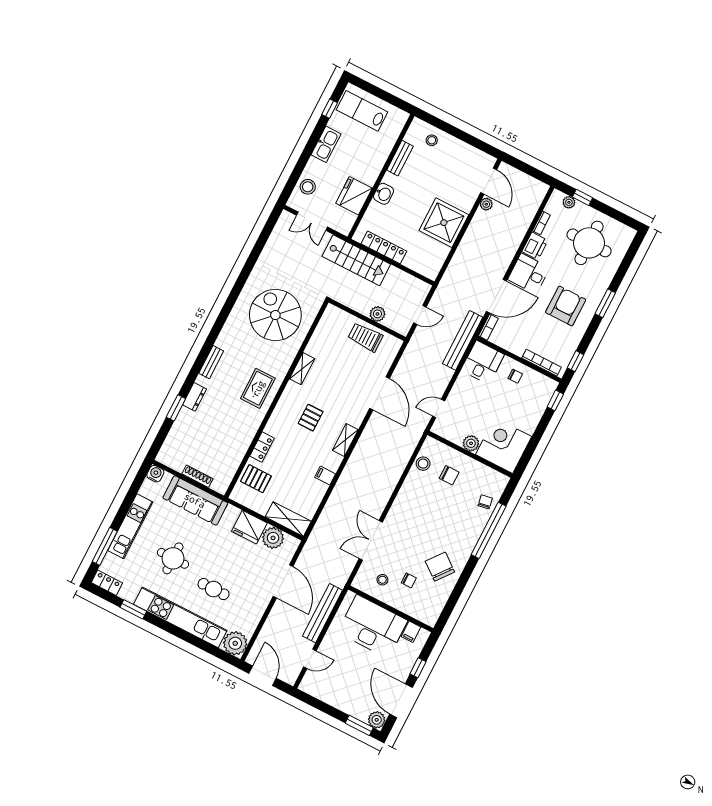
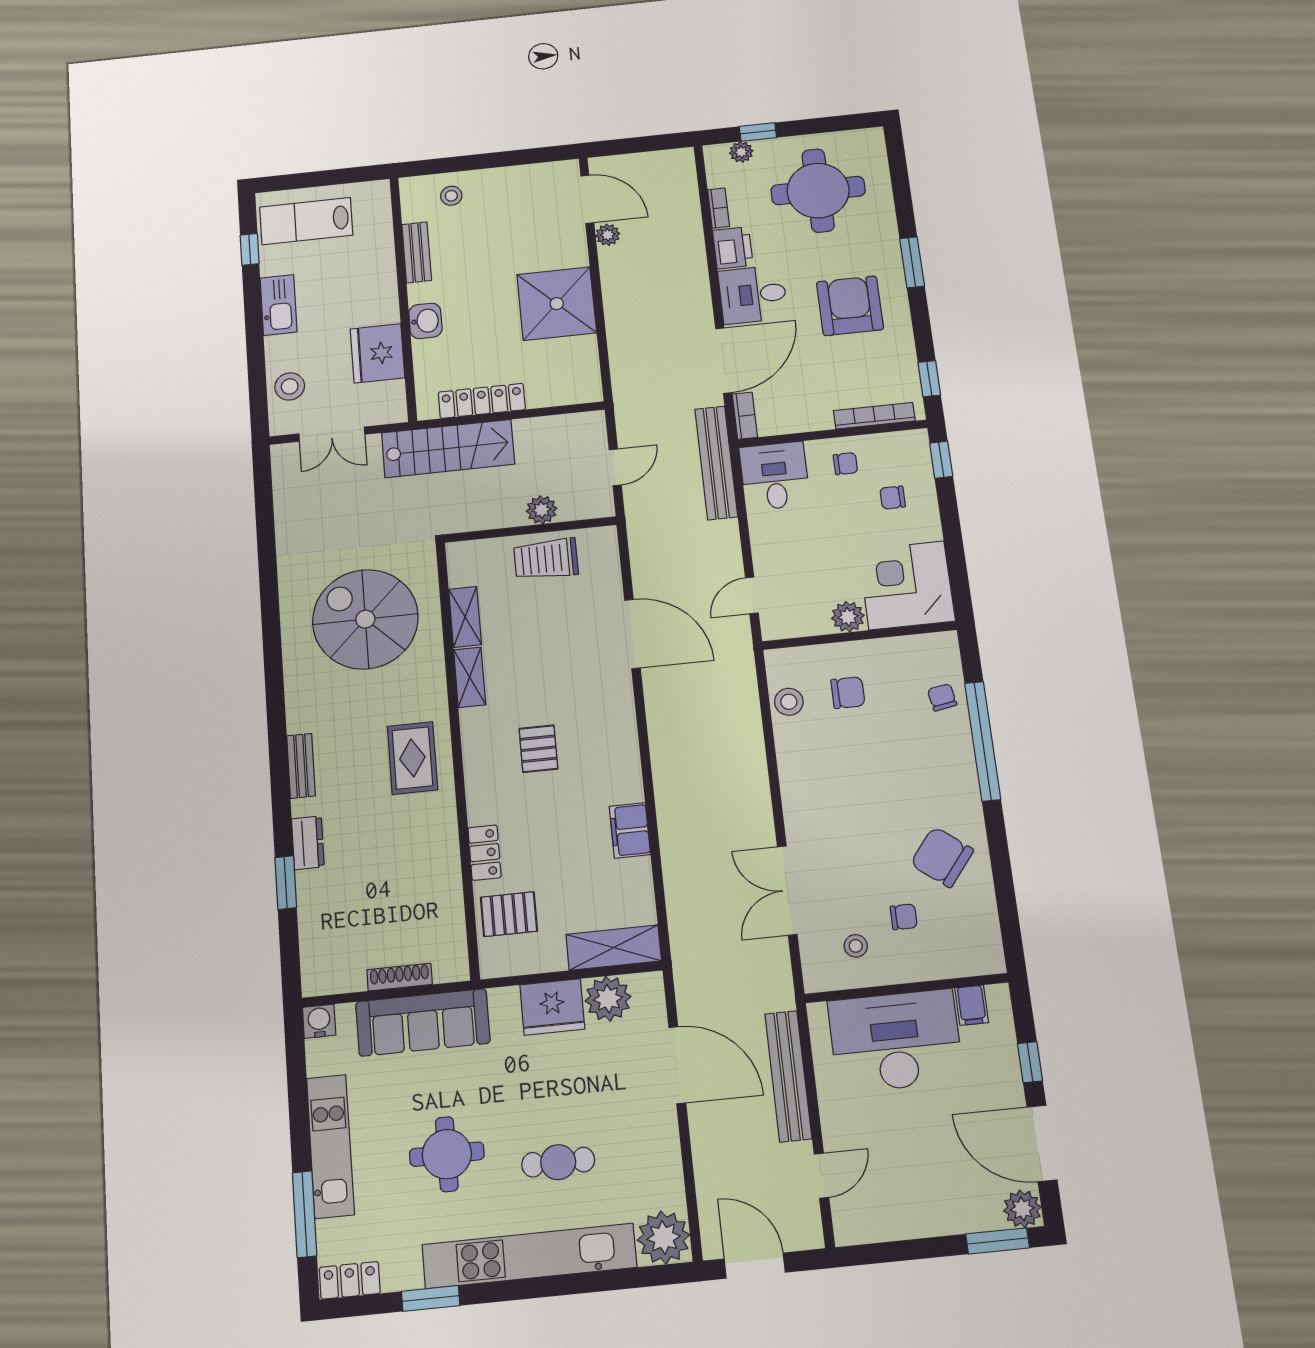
chair: (524, 404) -> (893, 498), added
shelving: (345, 440) -> (465, 617), moved
filing cabinet: (325, 476) -> (630, 830), width x2.00

